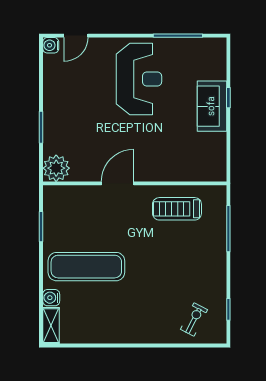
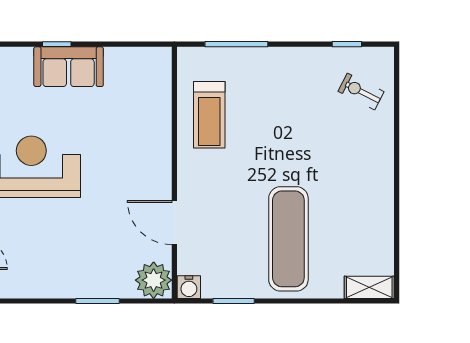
door: (118, 183) -> (174, 223), moved
water cooler: (51, 298) -> (189, 287), moved

